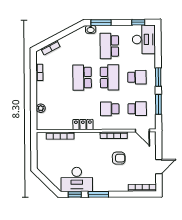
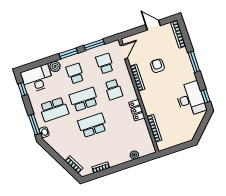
plant: (150, 60) -> (55, 66), added
school desk: (82, 78) -> (92, 125), turned 180
window: (98, 194) -> (194, 62), moved

